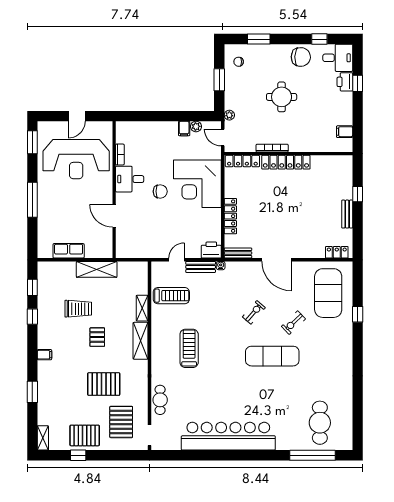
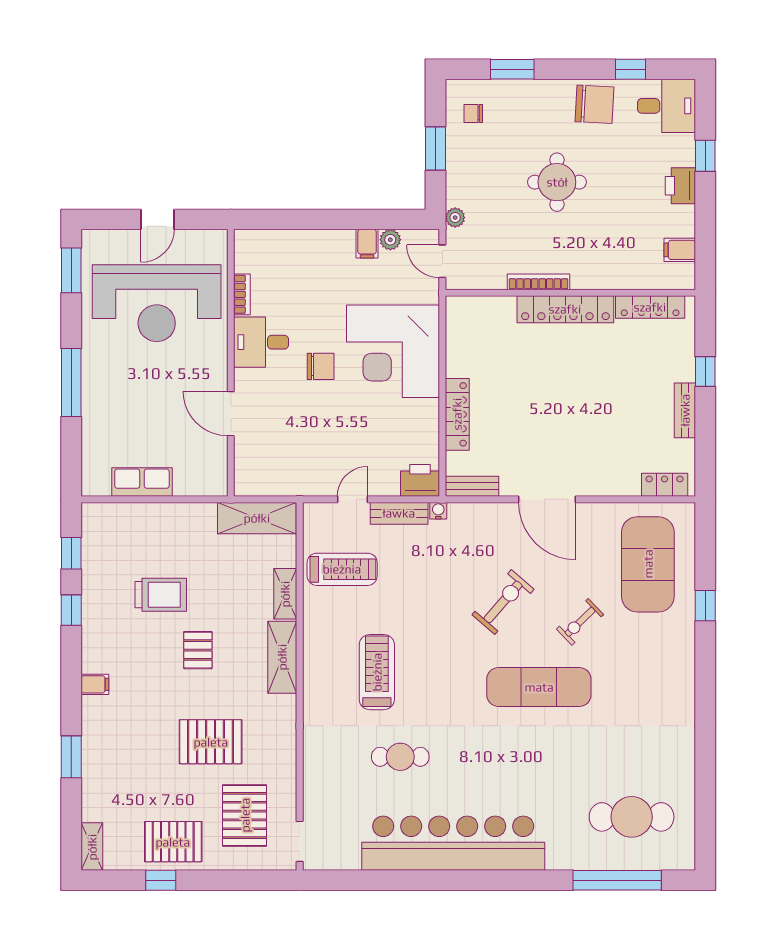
printer: (345, 82) -> (680, 186), moved
locker: (242, 161) -> (650, 307), moved
shelving: (97, 269) -> (257, 518), moved
exercise bike: (254, 312) -> (503, 602), width x1.38, depth x1.39
cafe table: (160, 400) -> (400, 757), moved, turned 90
cafe table: (320, 423) -> (632, 817), turned 90

